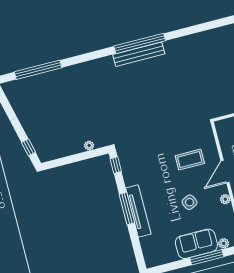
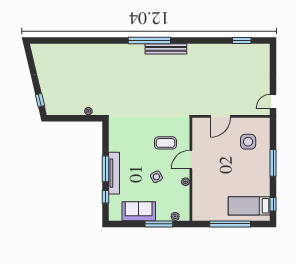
bench: (139, 54) -> (166, 49), moved
window: (38, 70) -> (63, 41), removed
window: (116, 165) -> (106, 197), moved
sofa: (196, 244) -> (139, 211), moved

